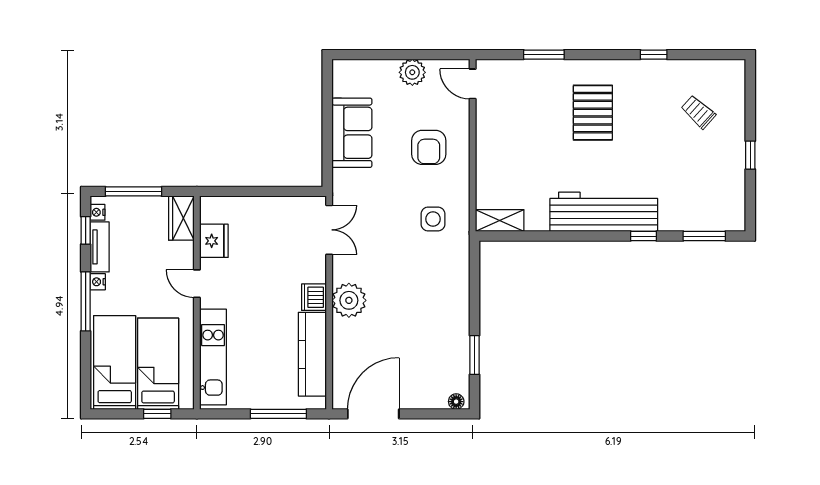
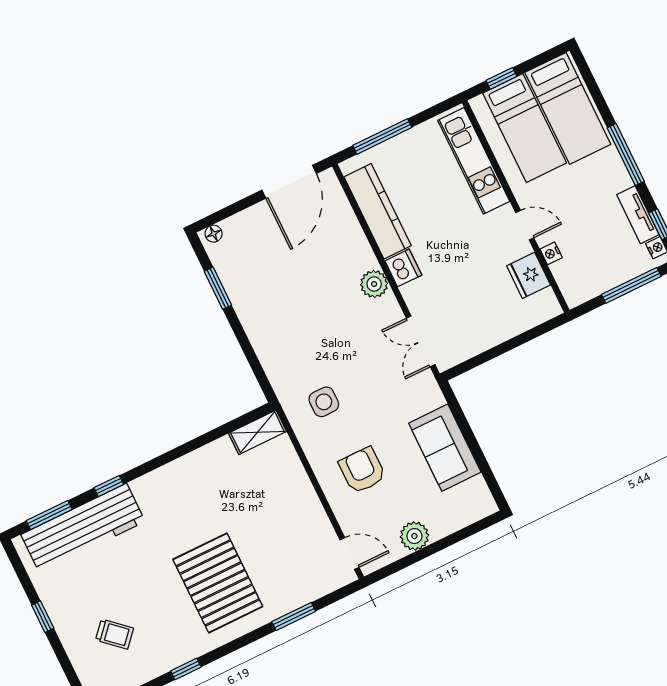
pallet: (593, 113) -> (218, 583), width x1.37, depth x1.41
workbench: (604, 212) -> (83, 528), moved
wardrobe: (181, 218) -> (571, 282), removed
nightstand: (98, 282) -> (551, 253), moved, turned 180
plant: (349, 300) -> (374, 284), width x0.73, depth x0.73

